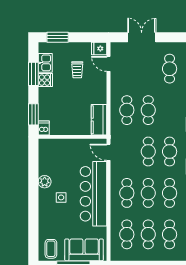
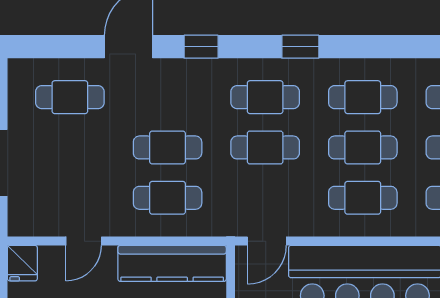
door: (109, 64) -> (84, 241), moved
kitchen counter: (99, 120) -> (172, 263), width x1.50

